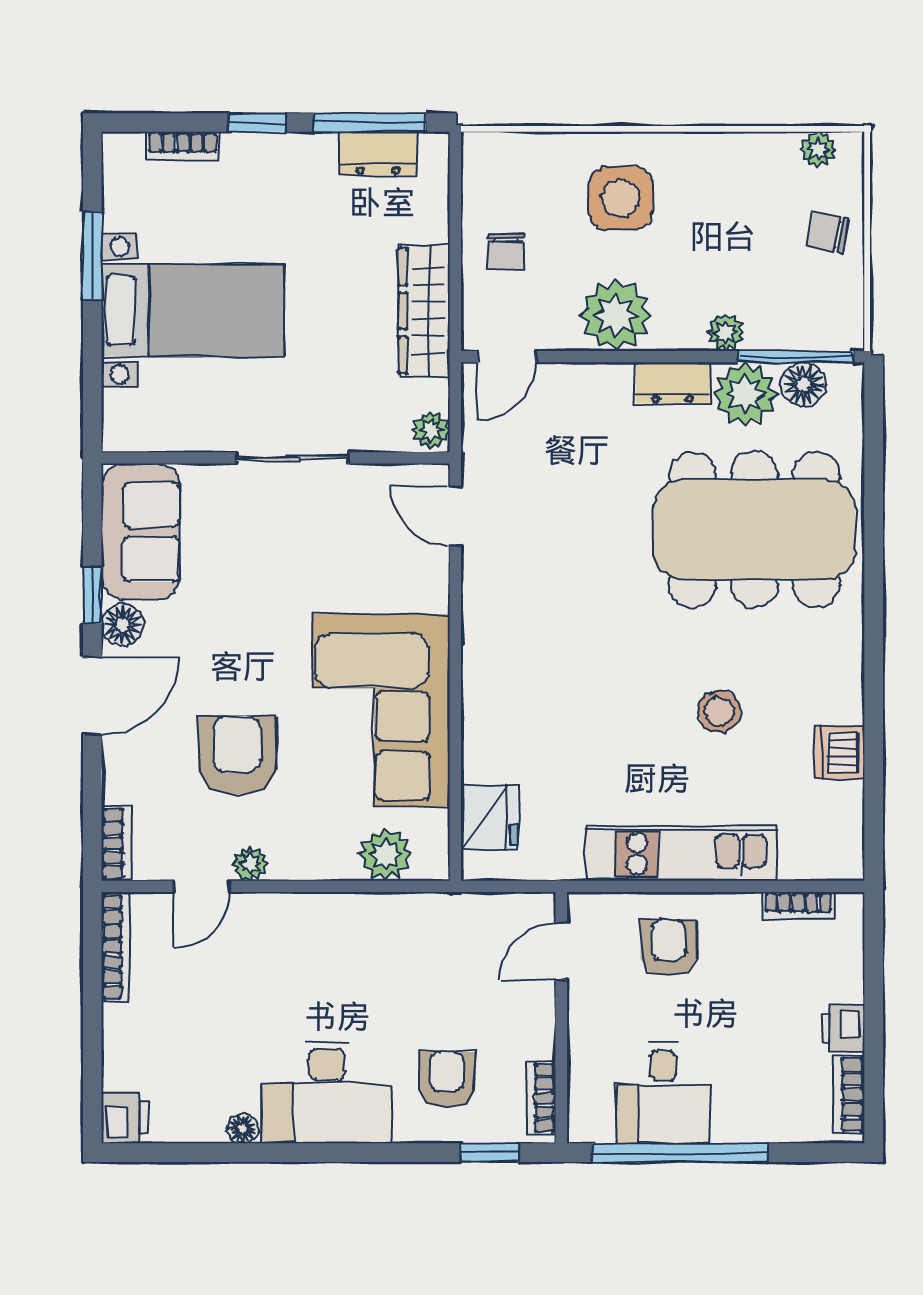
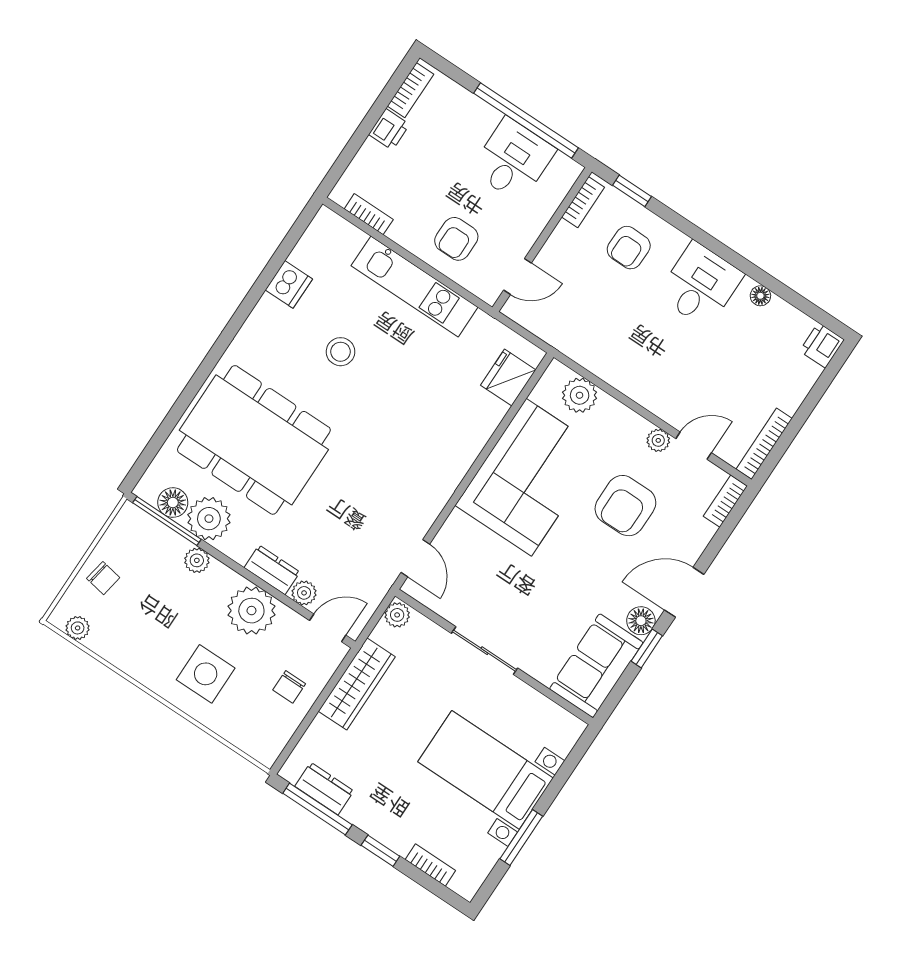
chair: (506, 251) -> (289, 687), turned 180
plant: (565, 381) -> (304, 593), added
dresser: (673, 383) -> (272, 570), moved
desk: (327, 1092) -> (700, 285), width x0.73

